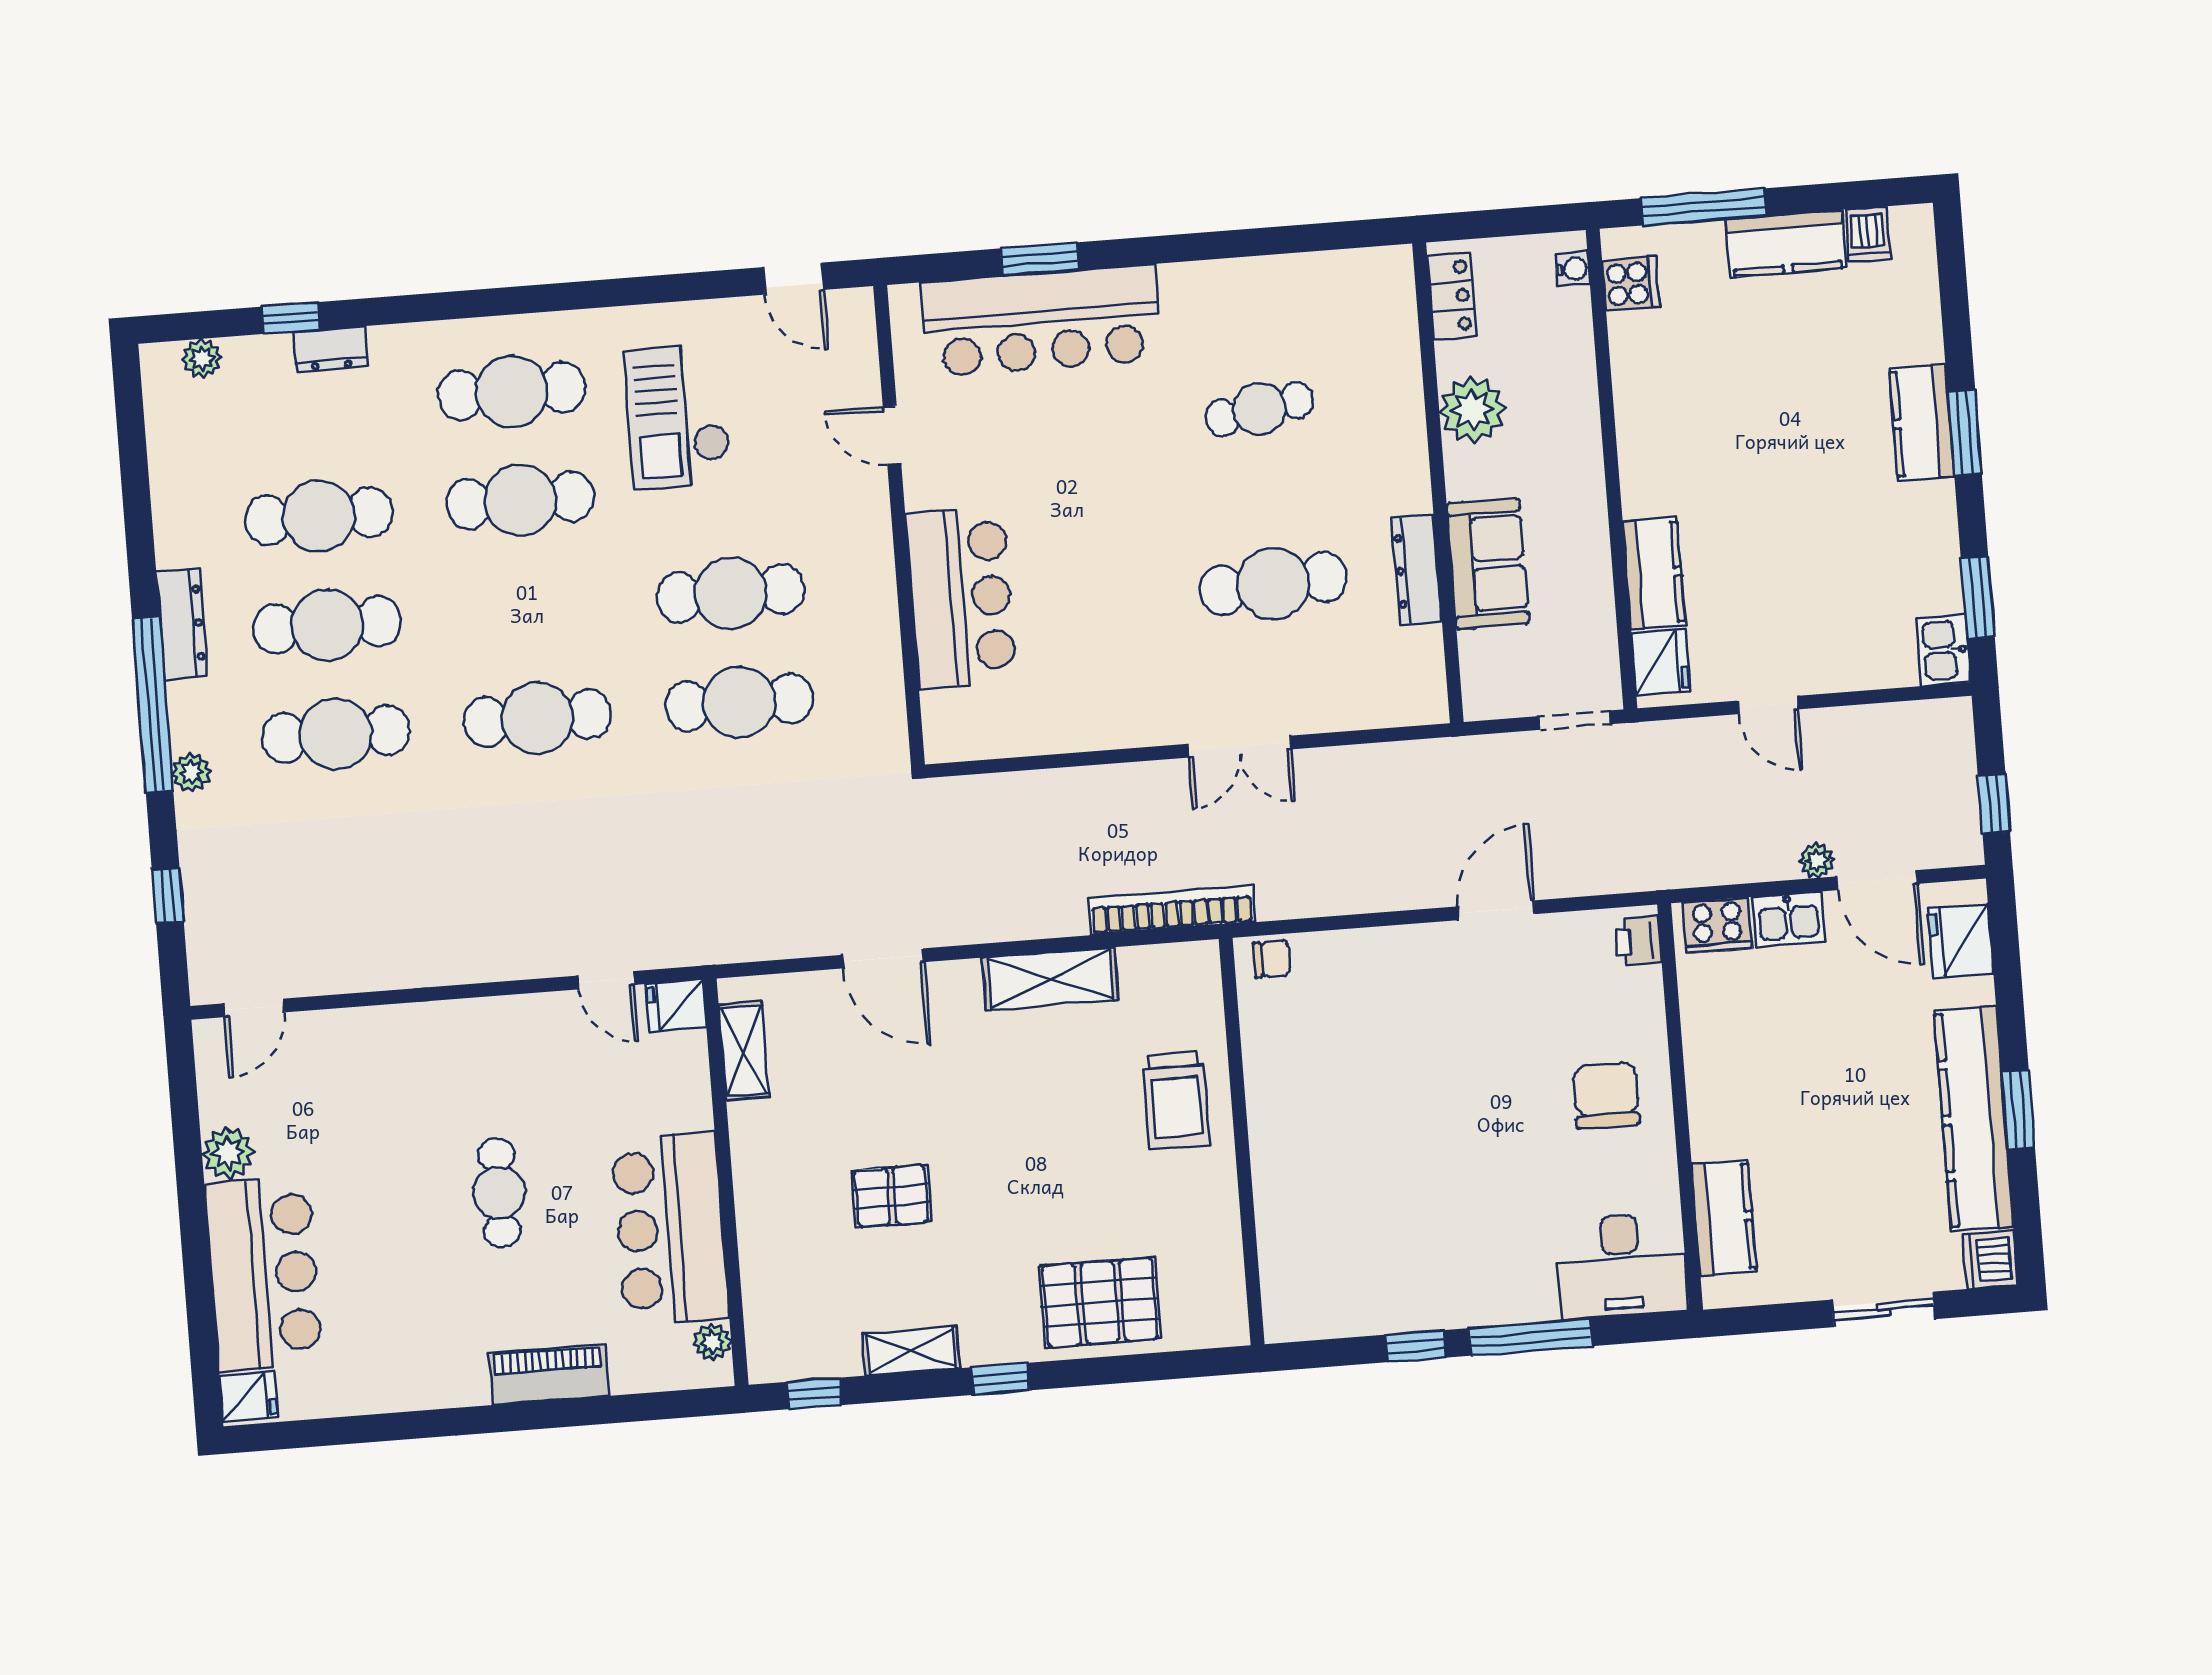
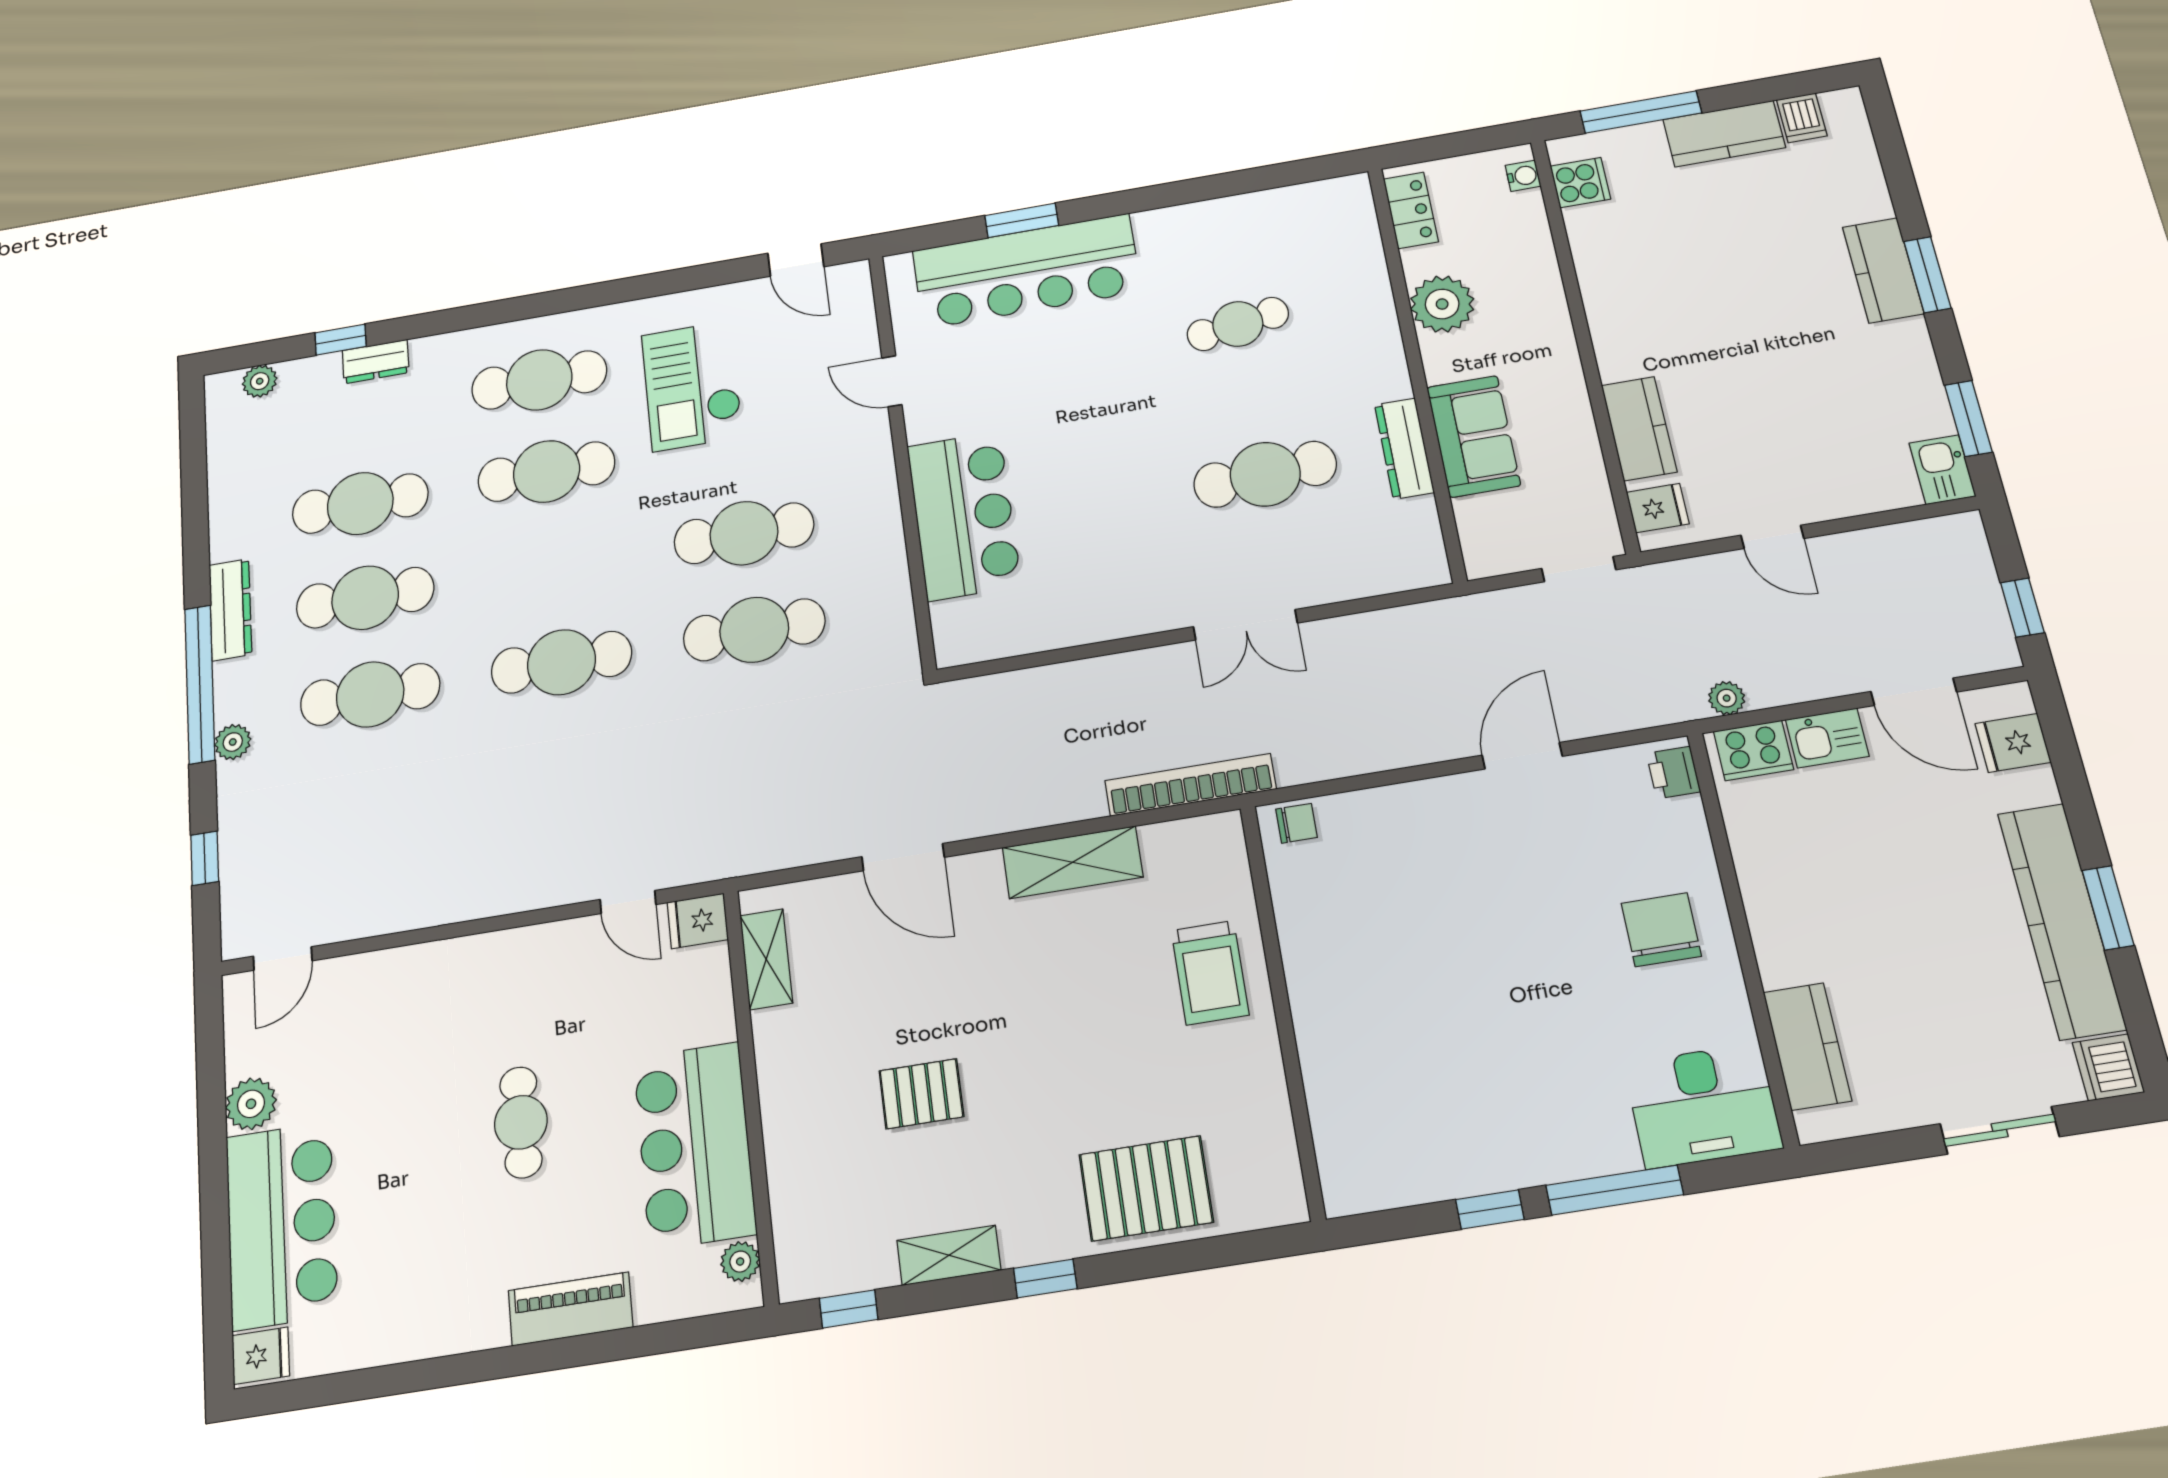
fridge: (1661, 662) -> (1658, 508), width x0.72
plant: (1817, 860) -> (1727, 698), moved
fridge: (1961, 941) -> (2013, 743), width x0.72

